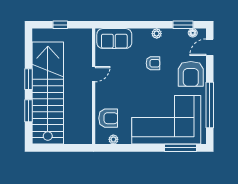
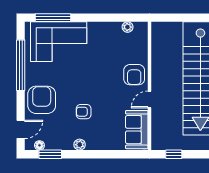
window: (60, 25) -> (174, 154), moved
sofa: (114, 39) -> (137, 130), moved, turned -90
armchair: (108, 118) -> (134, 75), moved, turned -90
corner sofa: (166, 120) -> (59, 42), width x0.73, depth x0.74

